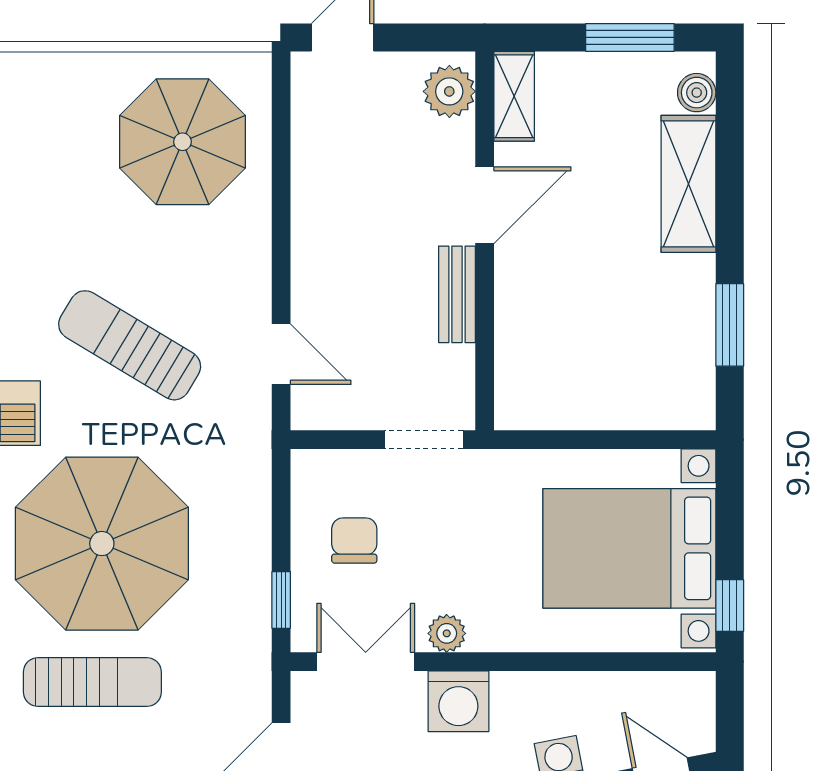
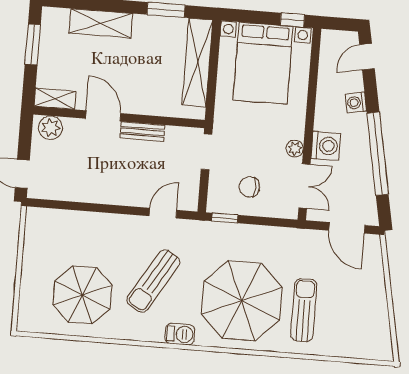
boiler: (697, 93) -> (60, 16), removed
parasol: (183, 142) -> (82, 295), moved
shelving: (619, 404) -> (198, 63), added
window: (281, 600) -> (225, 218), moved
double door: (366, 662) -> (304, 186), swing flipped

